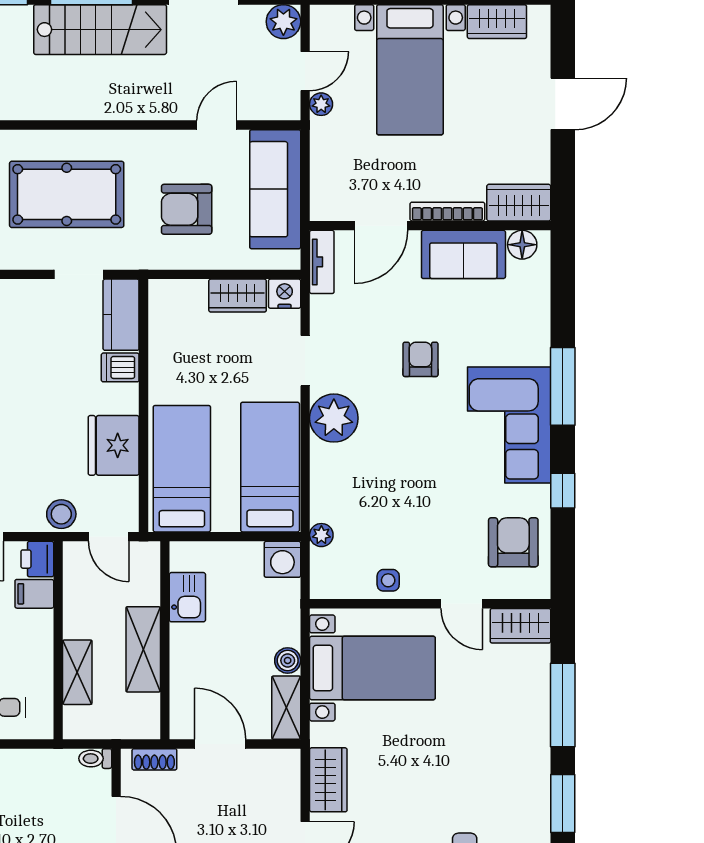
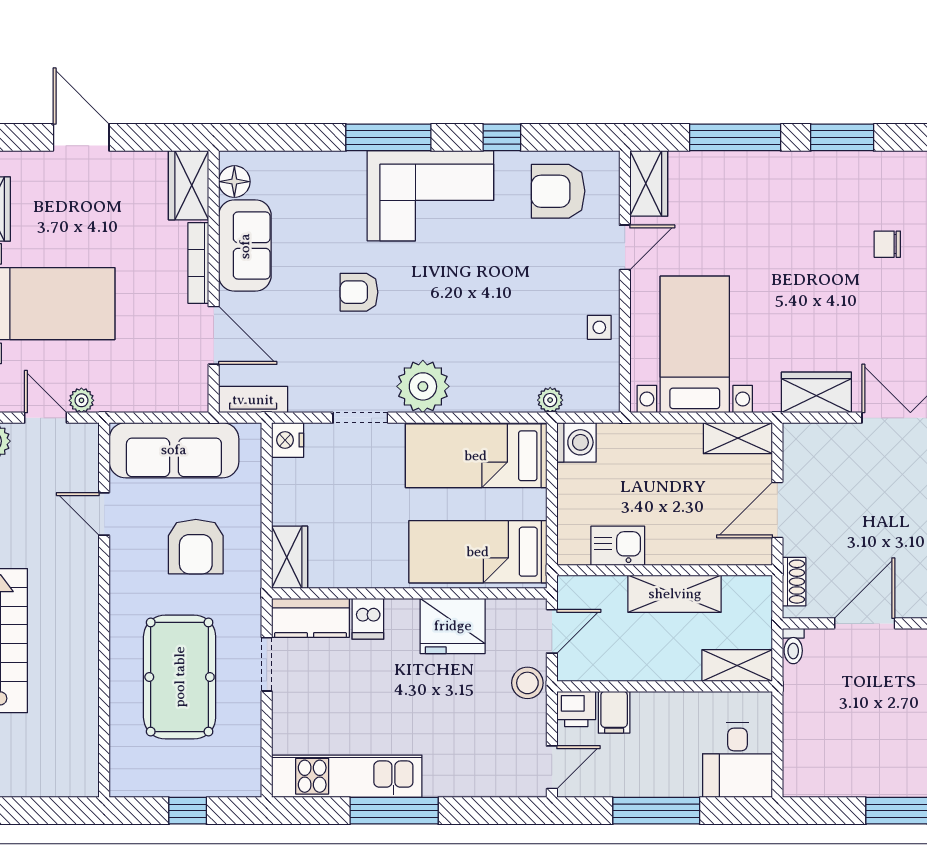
wardrobe: (238, 296) -> (290, 557), moved
boiler: (288, 660) -> (687, 437), removed
shelving: (77, 672) -> (737, 665), moved

